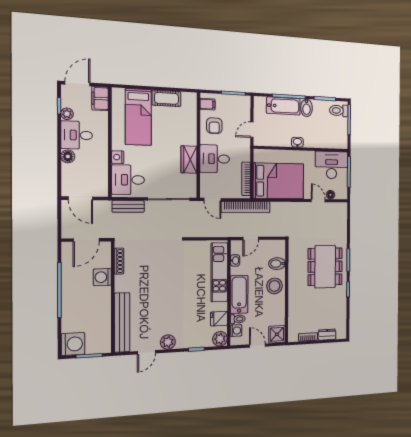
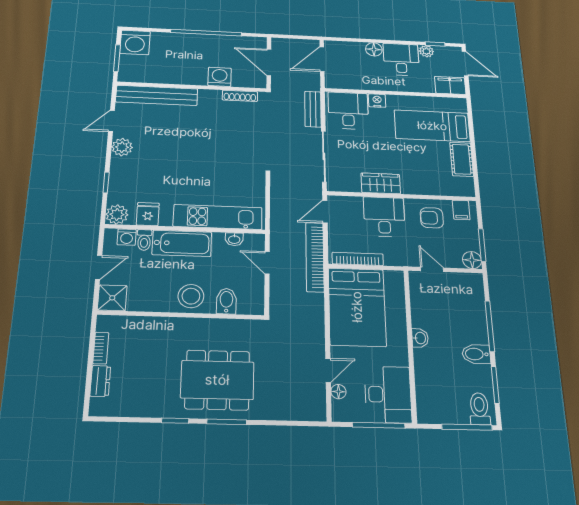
floor lamp: (244, 102) -> (472, 260), added
bathtub: (283, 106) -> (474, 317), removed
door: (146, 352) -> (111, 121), hinge flipped

